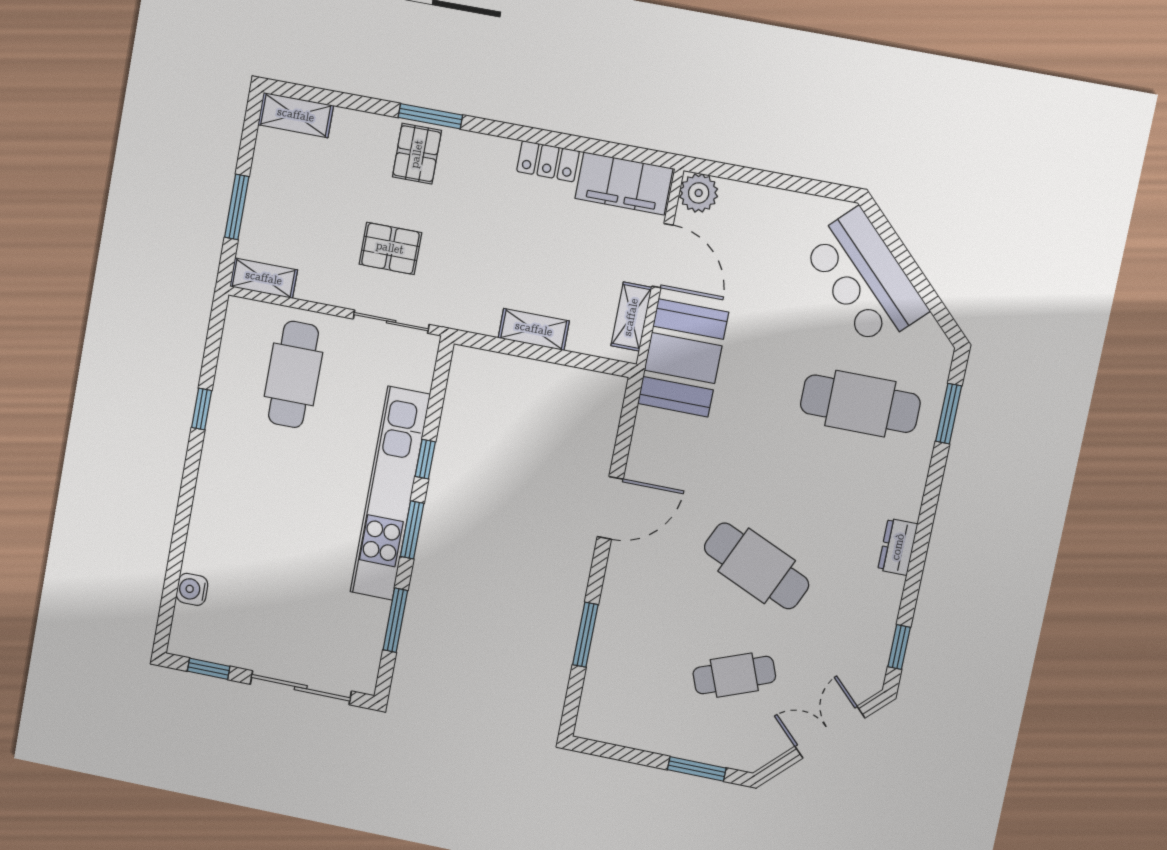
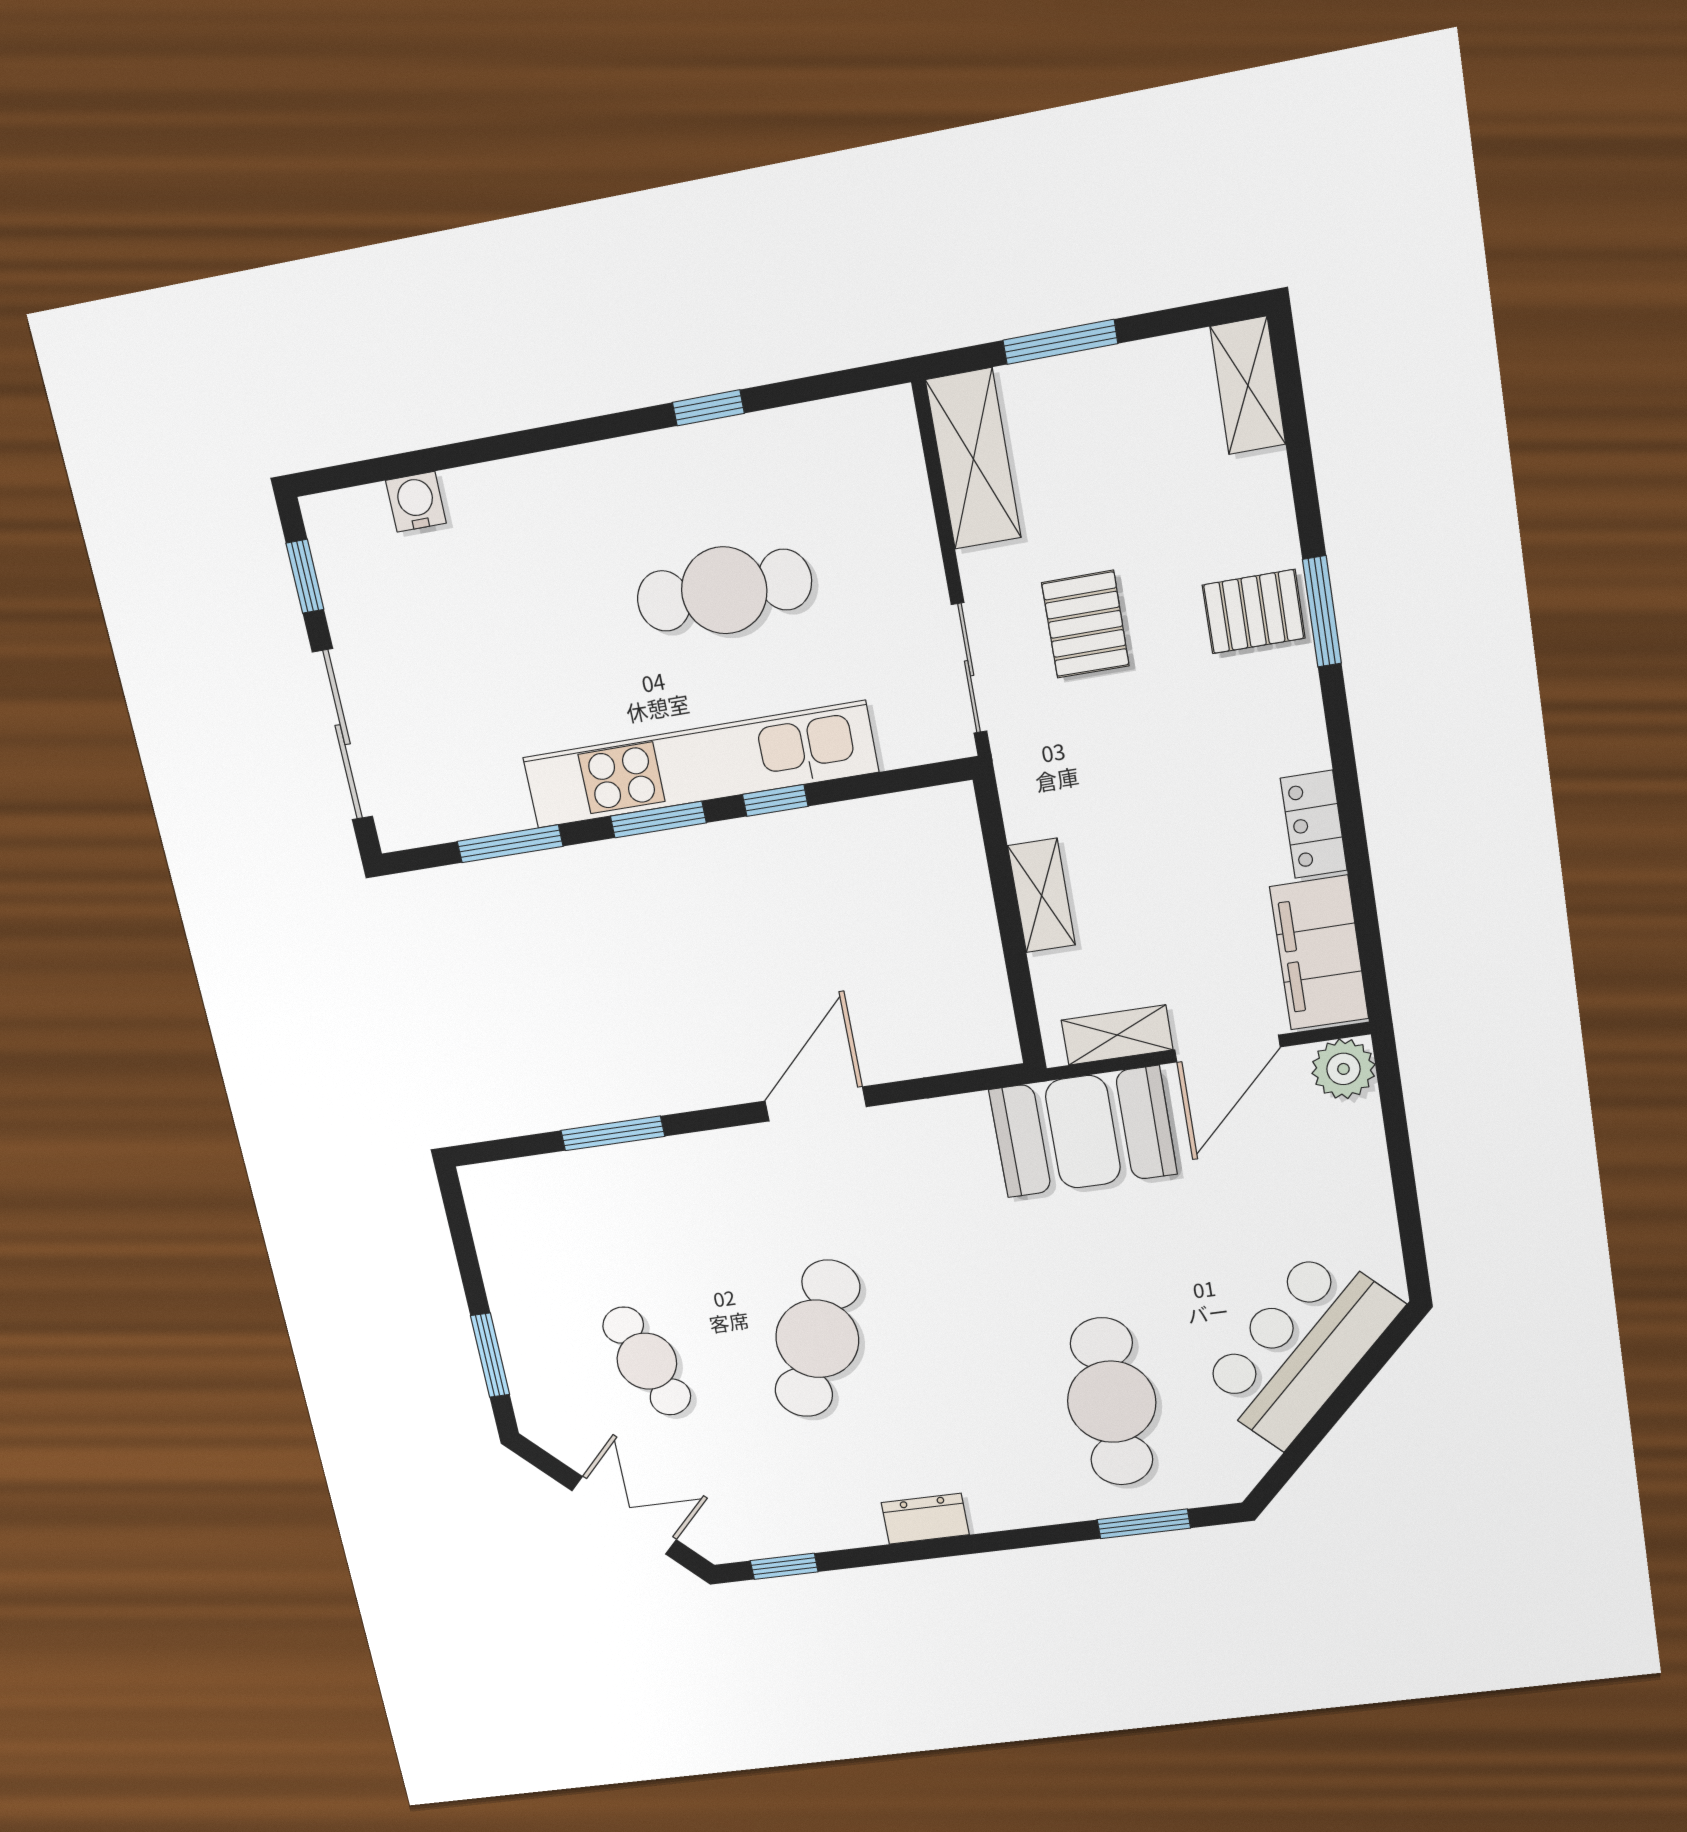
shelving: (264, 278) -> (973, 459), width x1.50, depth x1.33
cafe table: (293, 374) -> (724, 590), moved
door: (610, 508) -> (816, 1104), swing flipped

